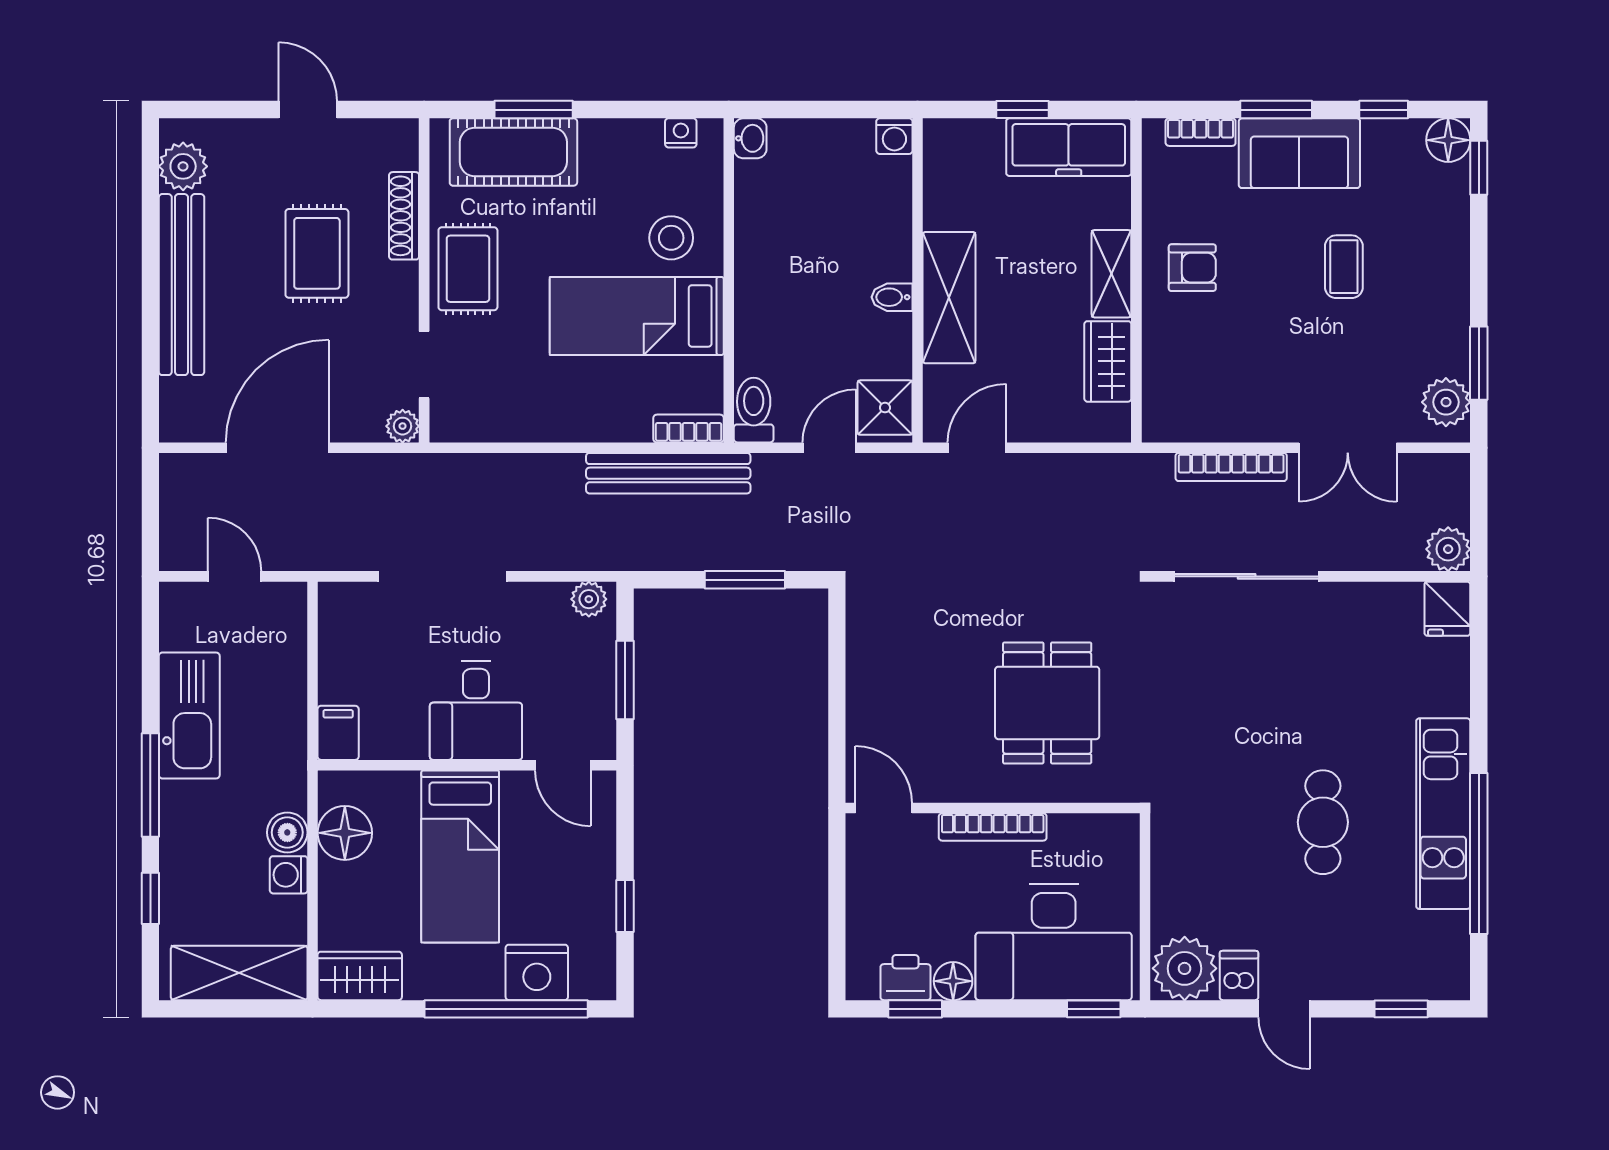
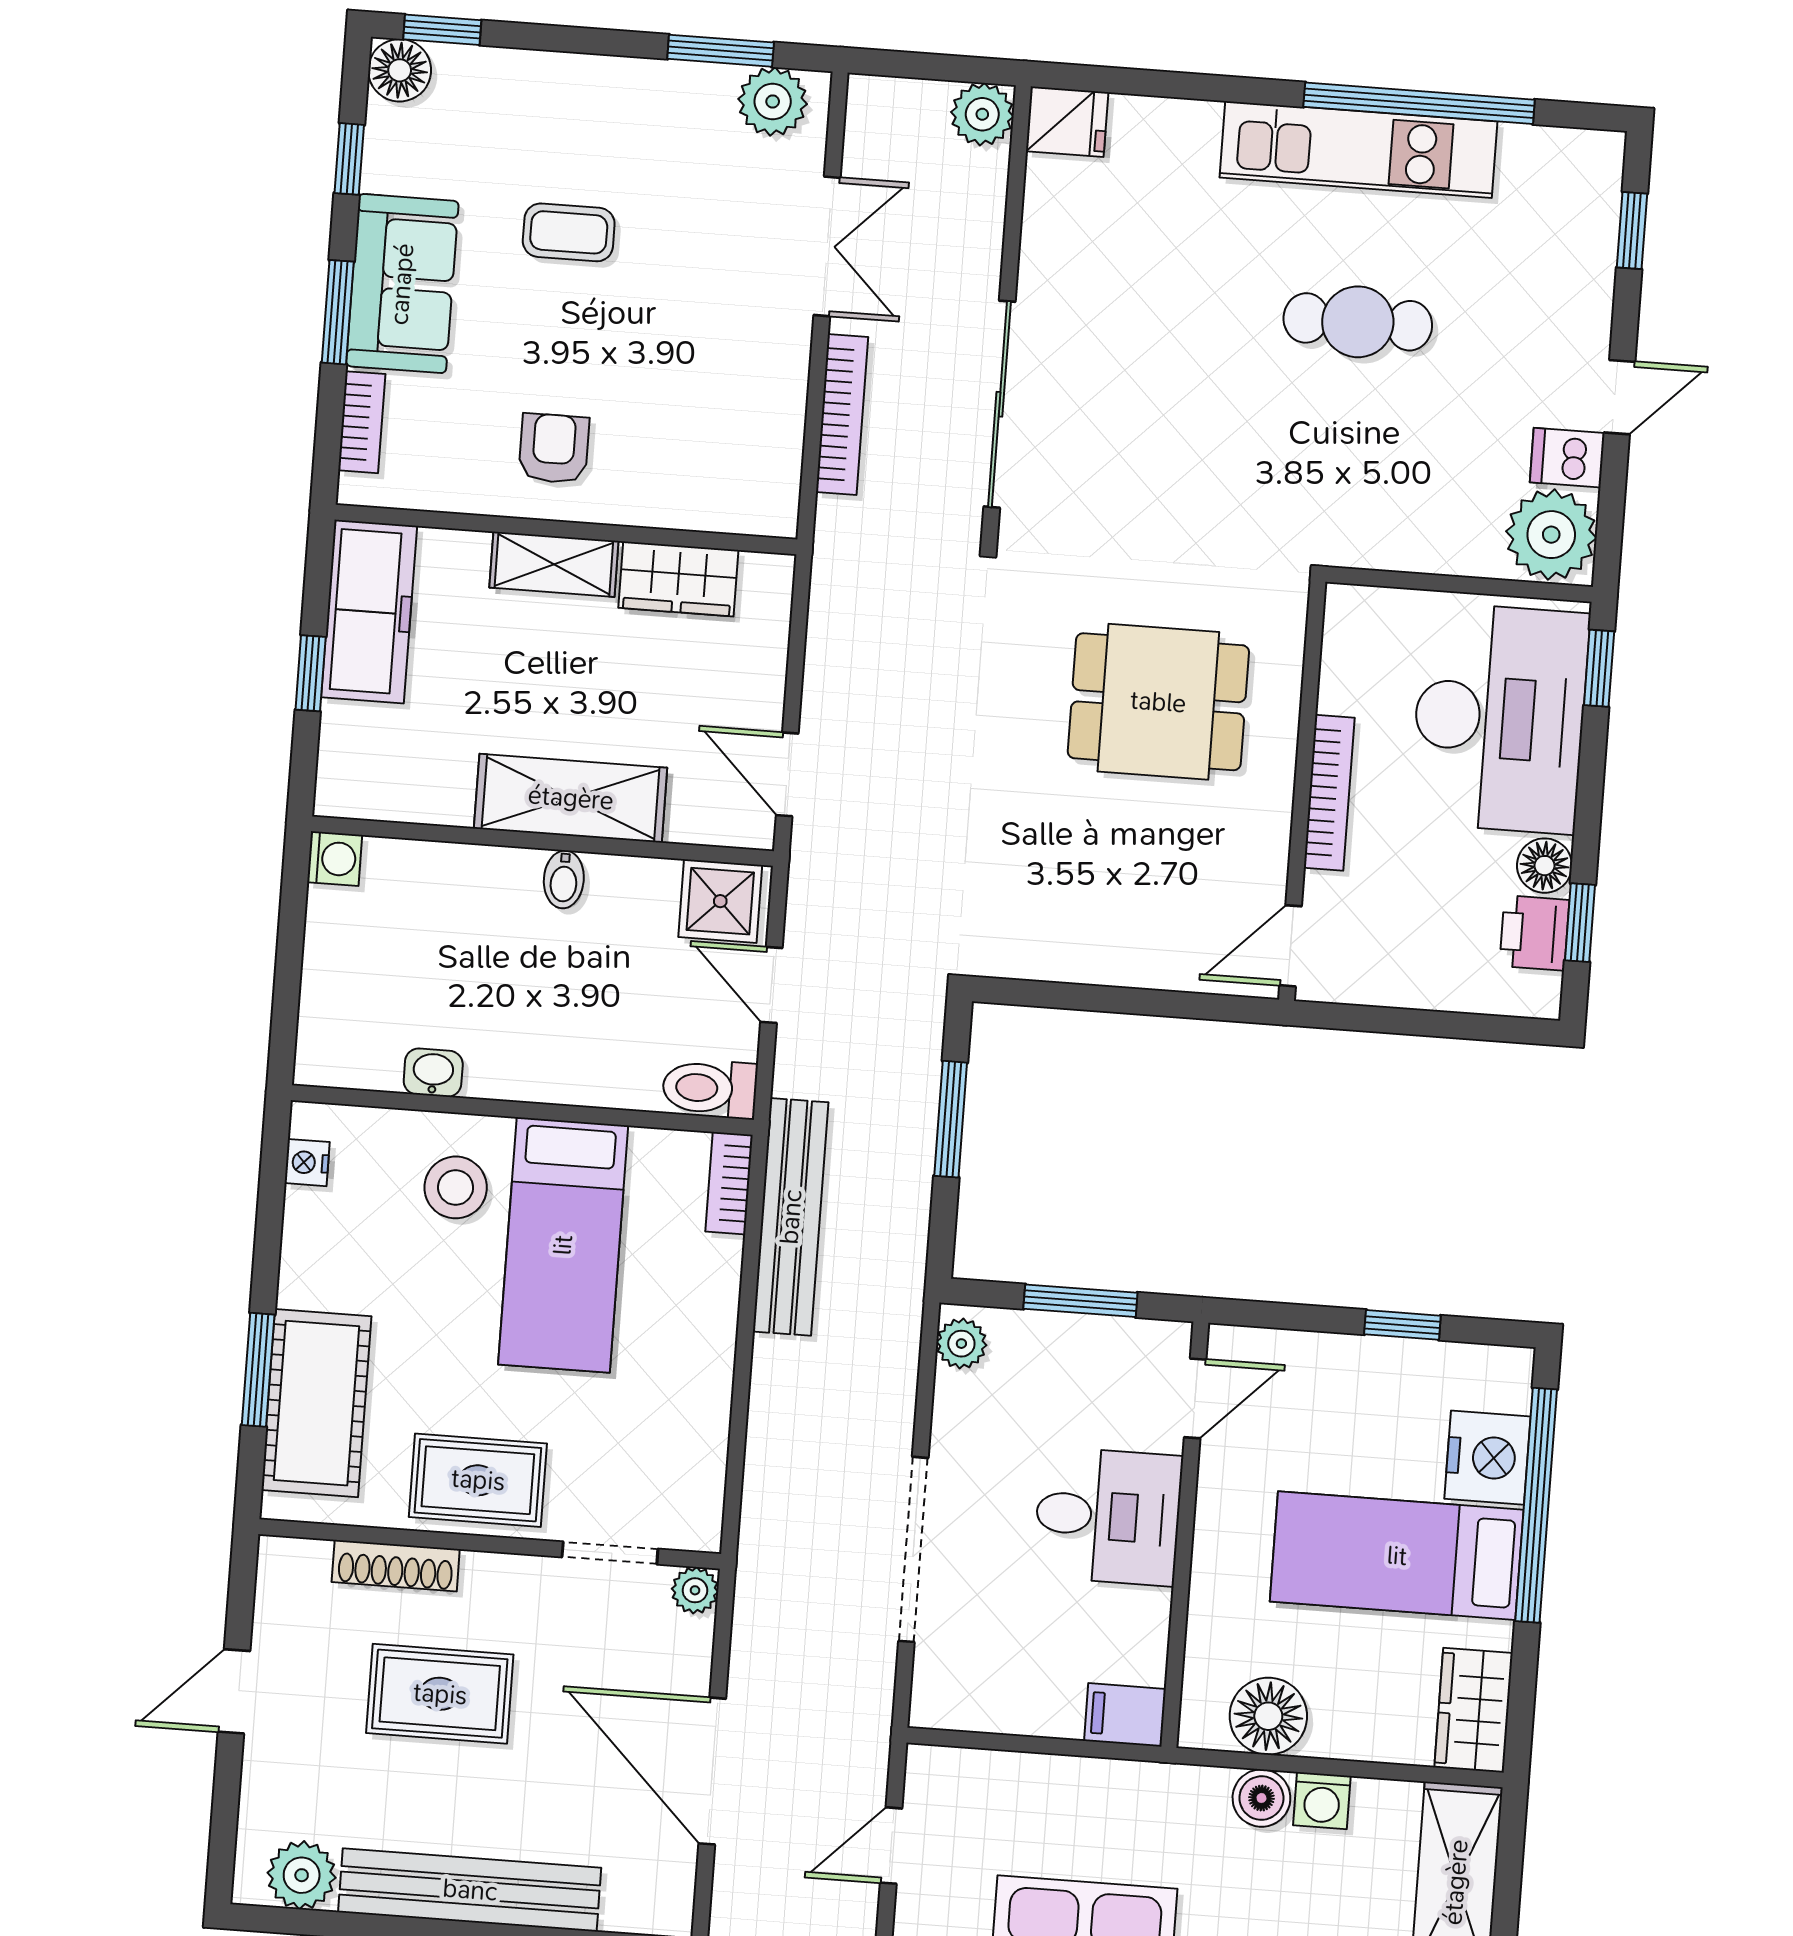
washbasin: (750, 138) -> (433, 1073), moved
bed: (460, 856) -> (1397, 1556), moved, turned 180

